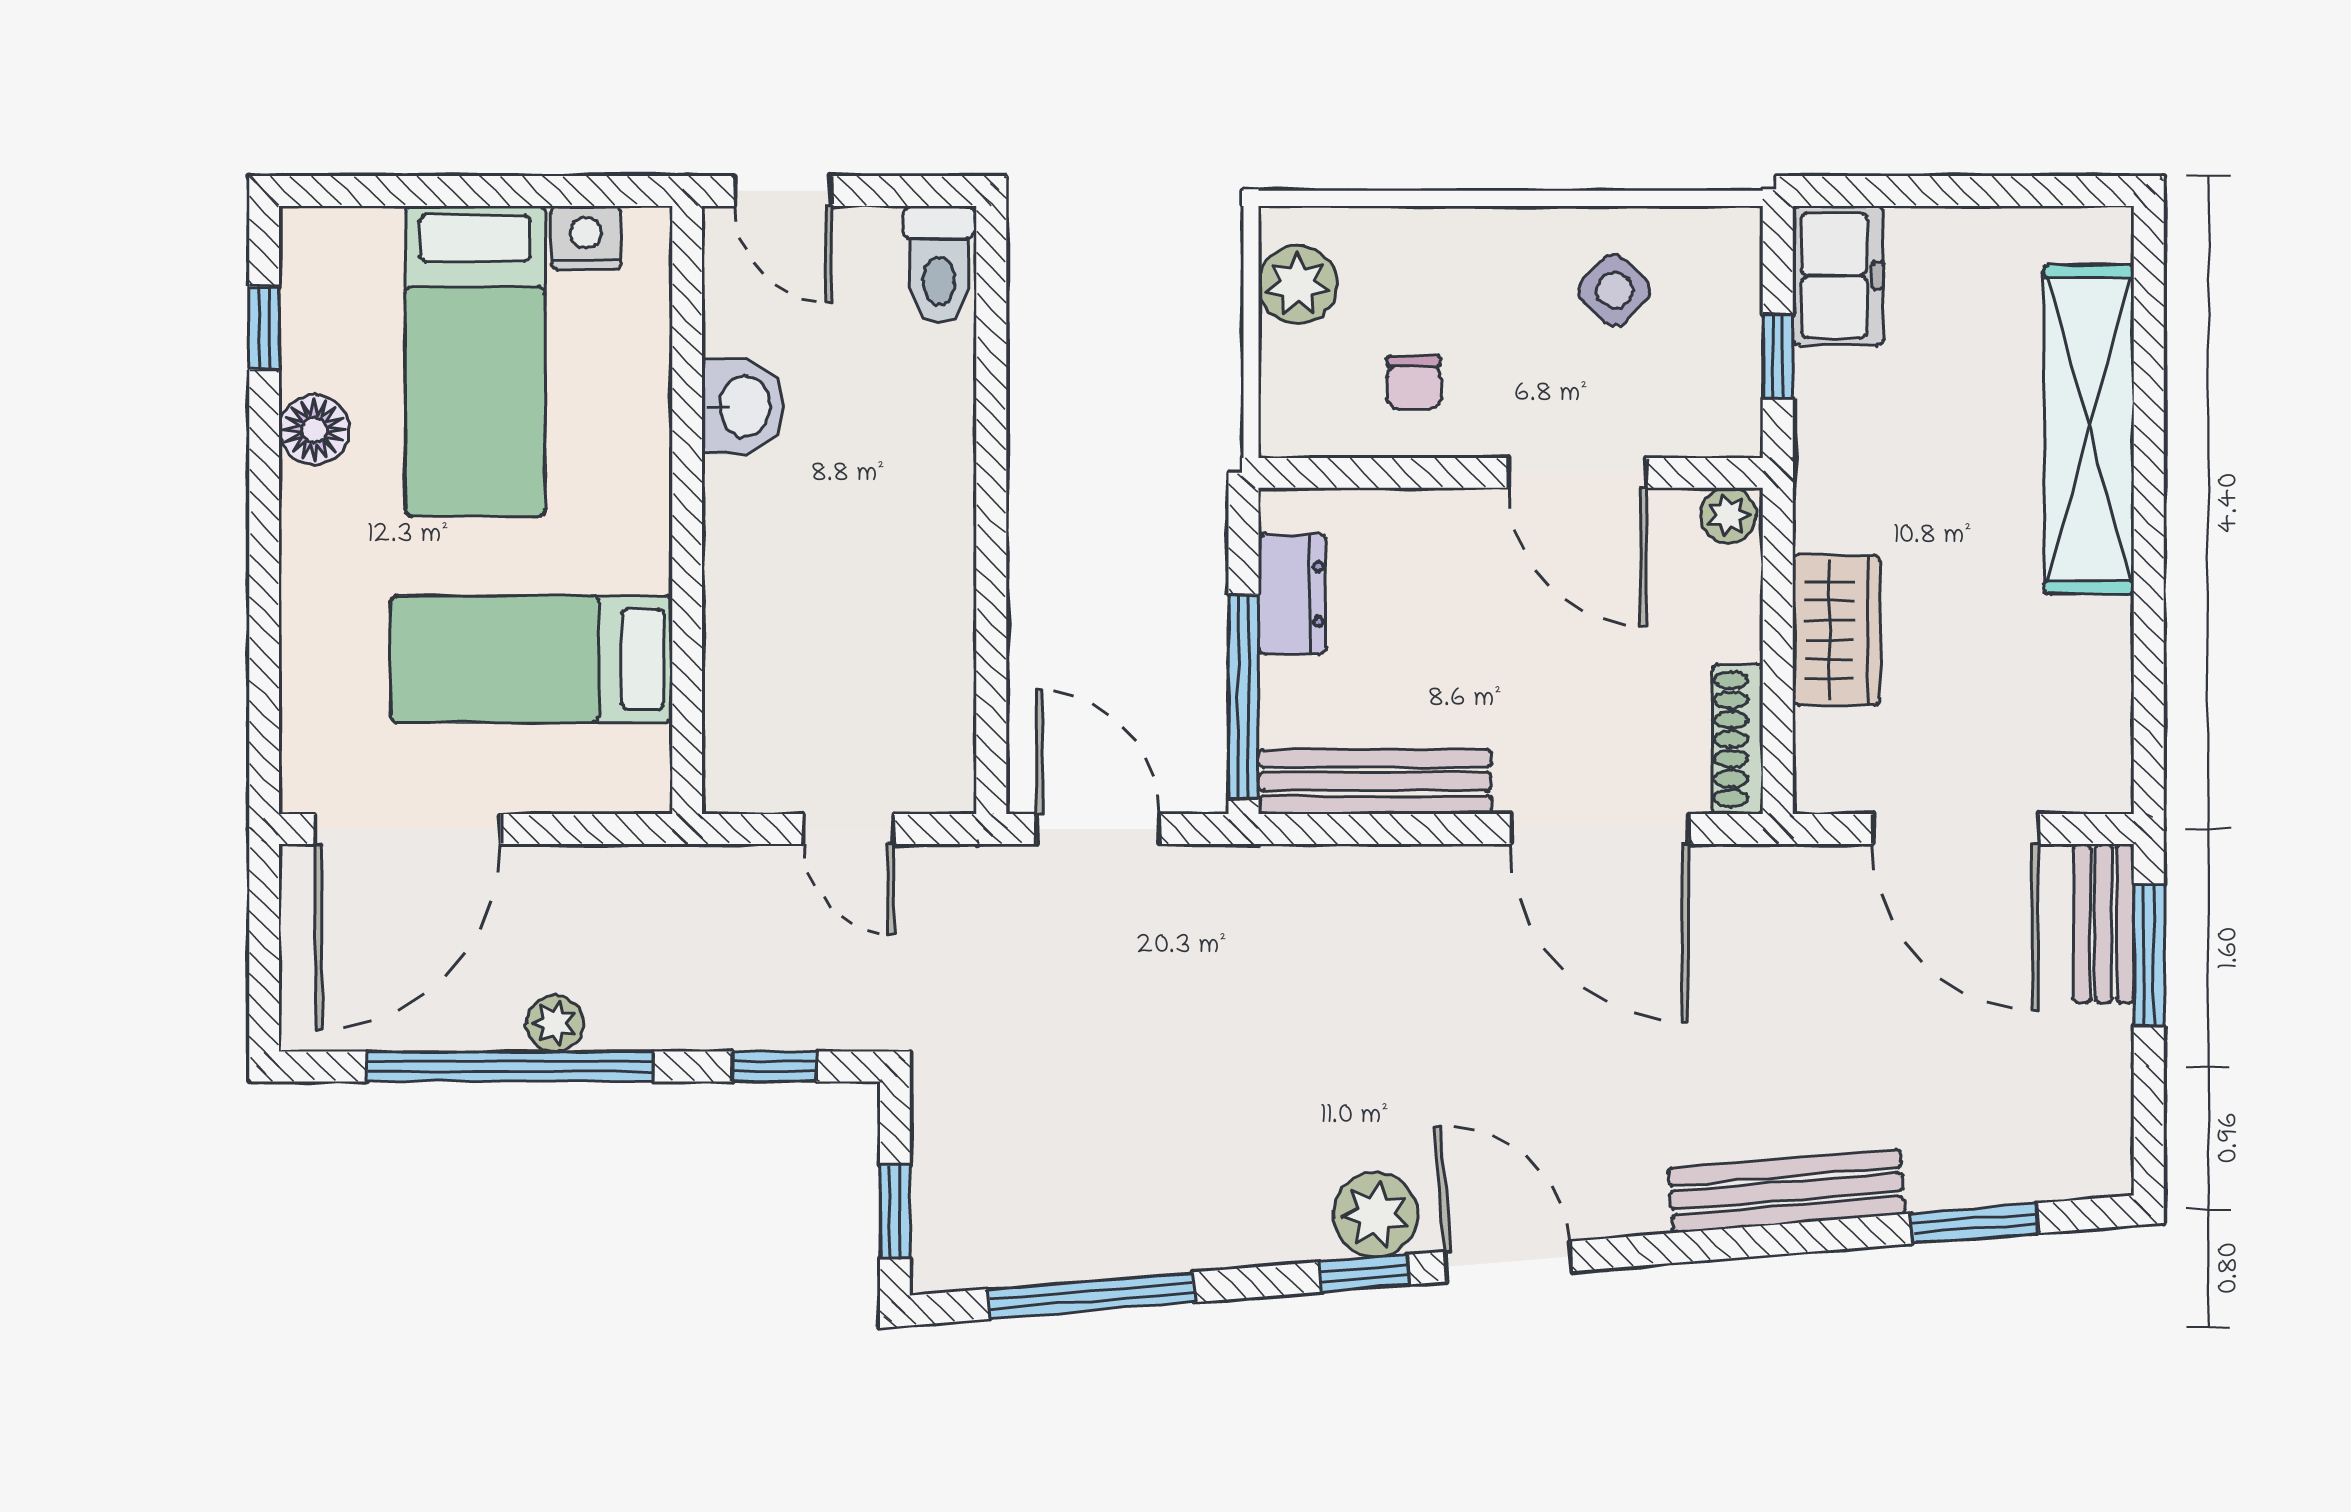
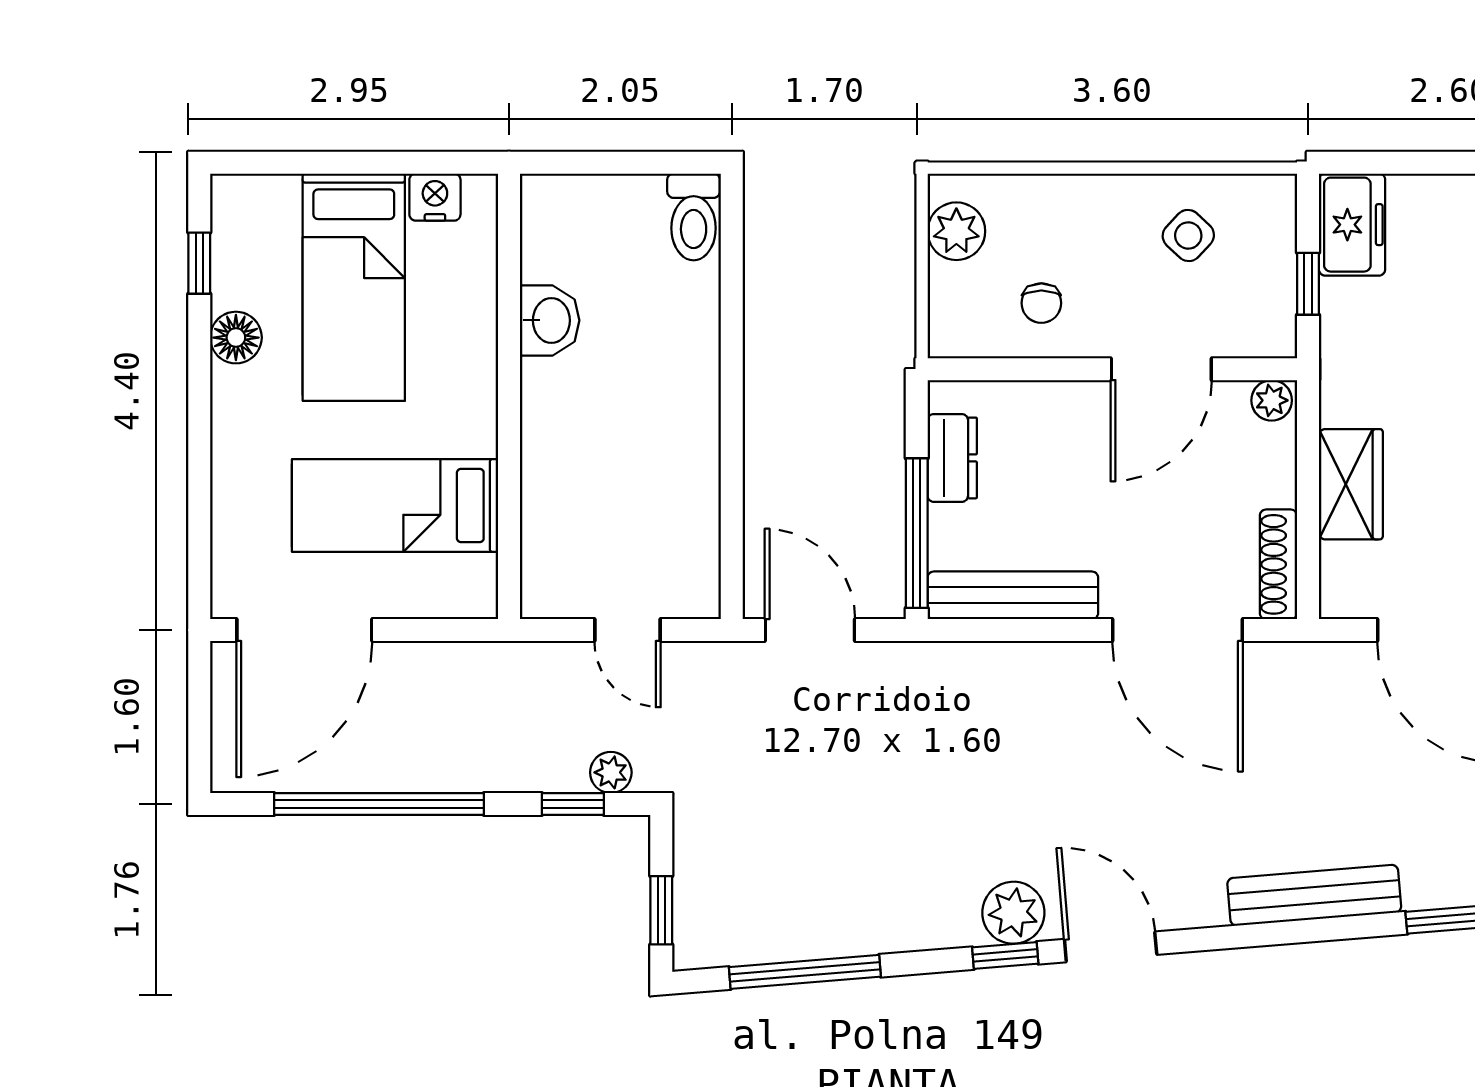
door: (783, 191) -> (580, 163), removed
door: (1577, 473) -> (1161, 369), hinge flipped
plant: (555, 1023) -> (611, 772), moved

